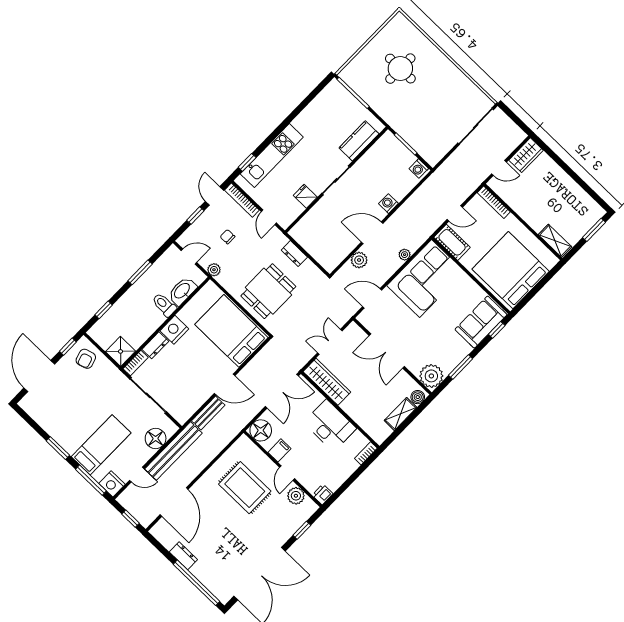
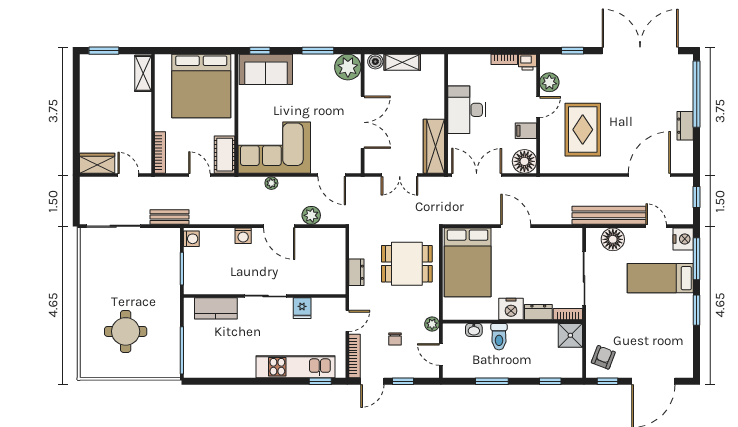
washbasin: (182, 291) -> (474, 330), width x0.52, depth x0.69
armchair: (86, 359) -> (603, 357), turned -52
bench: (208, 413) -> (170, 217), moved
bookcase: (366, 453) -> (504, 59), moved

